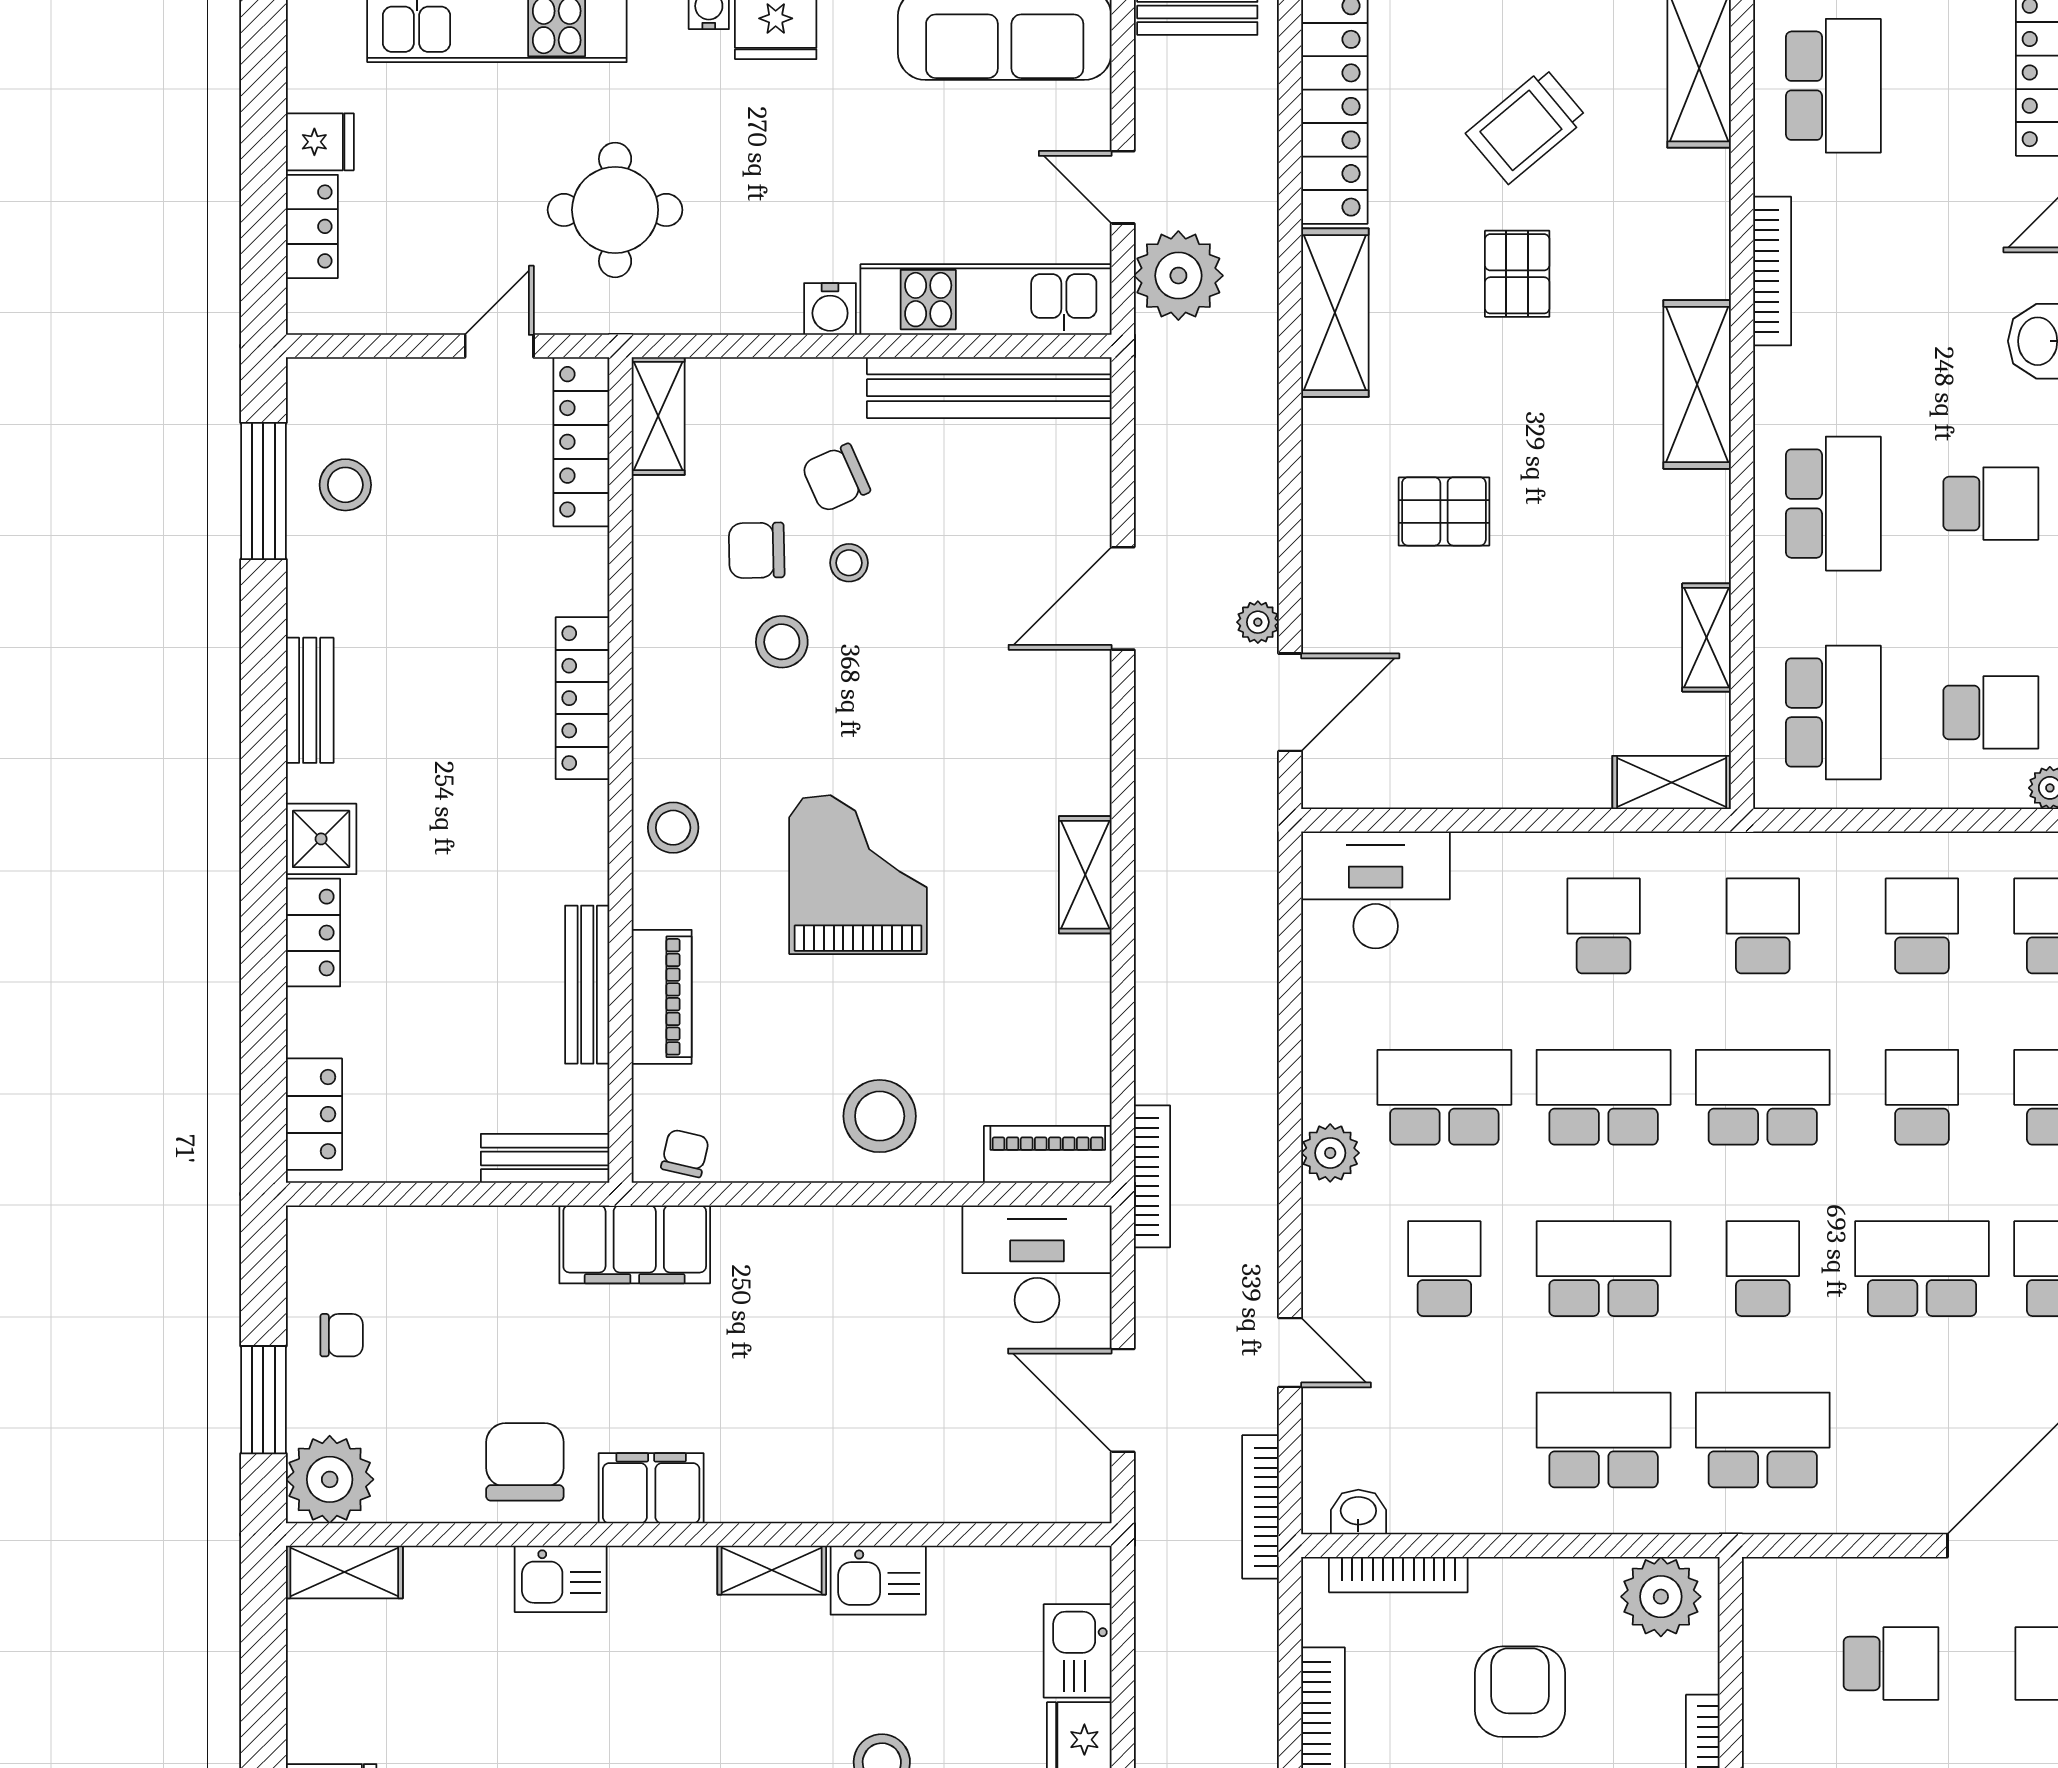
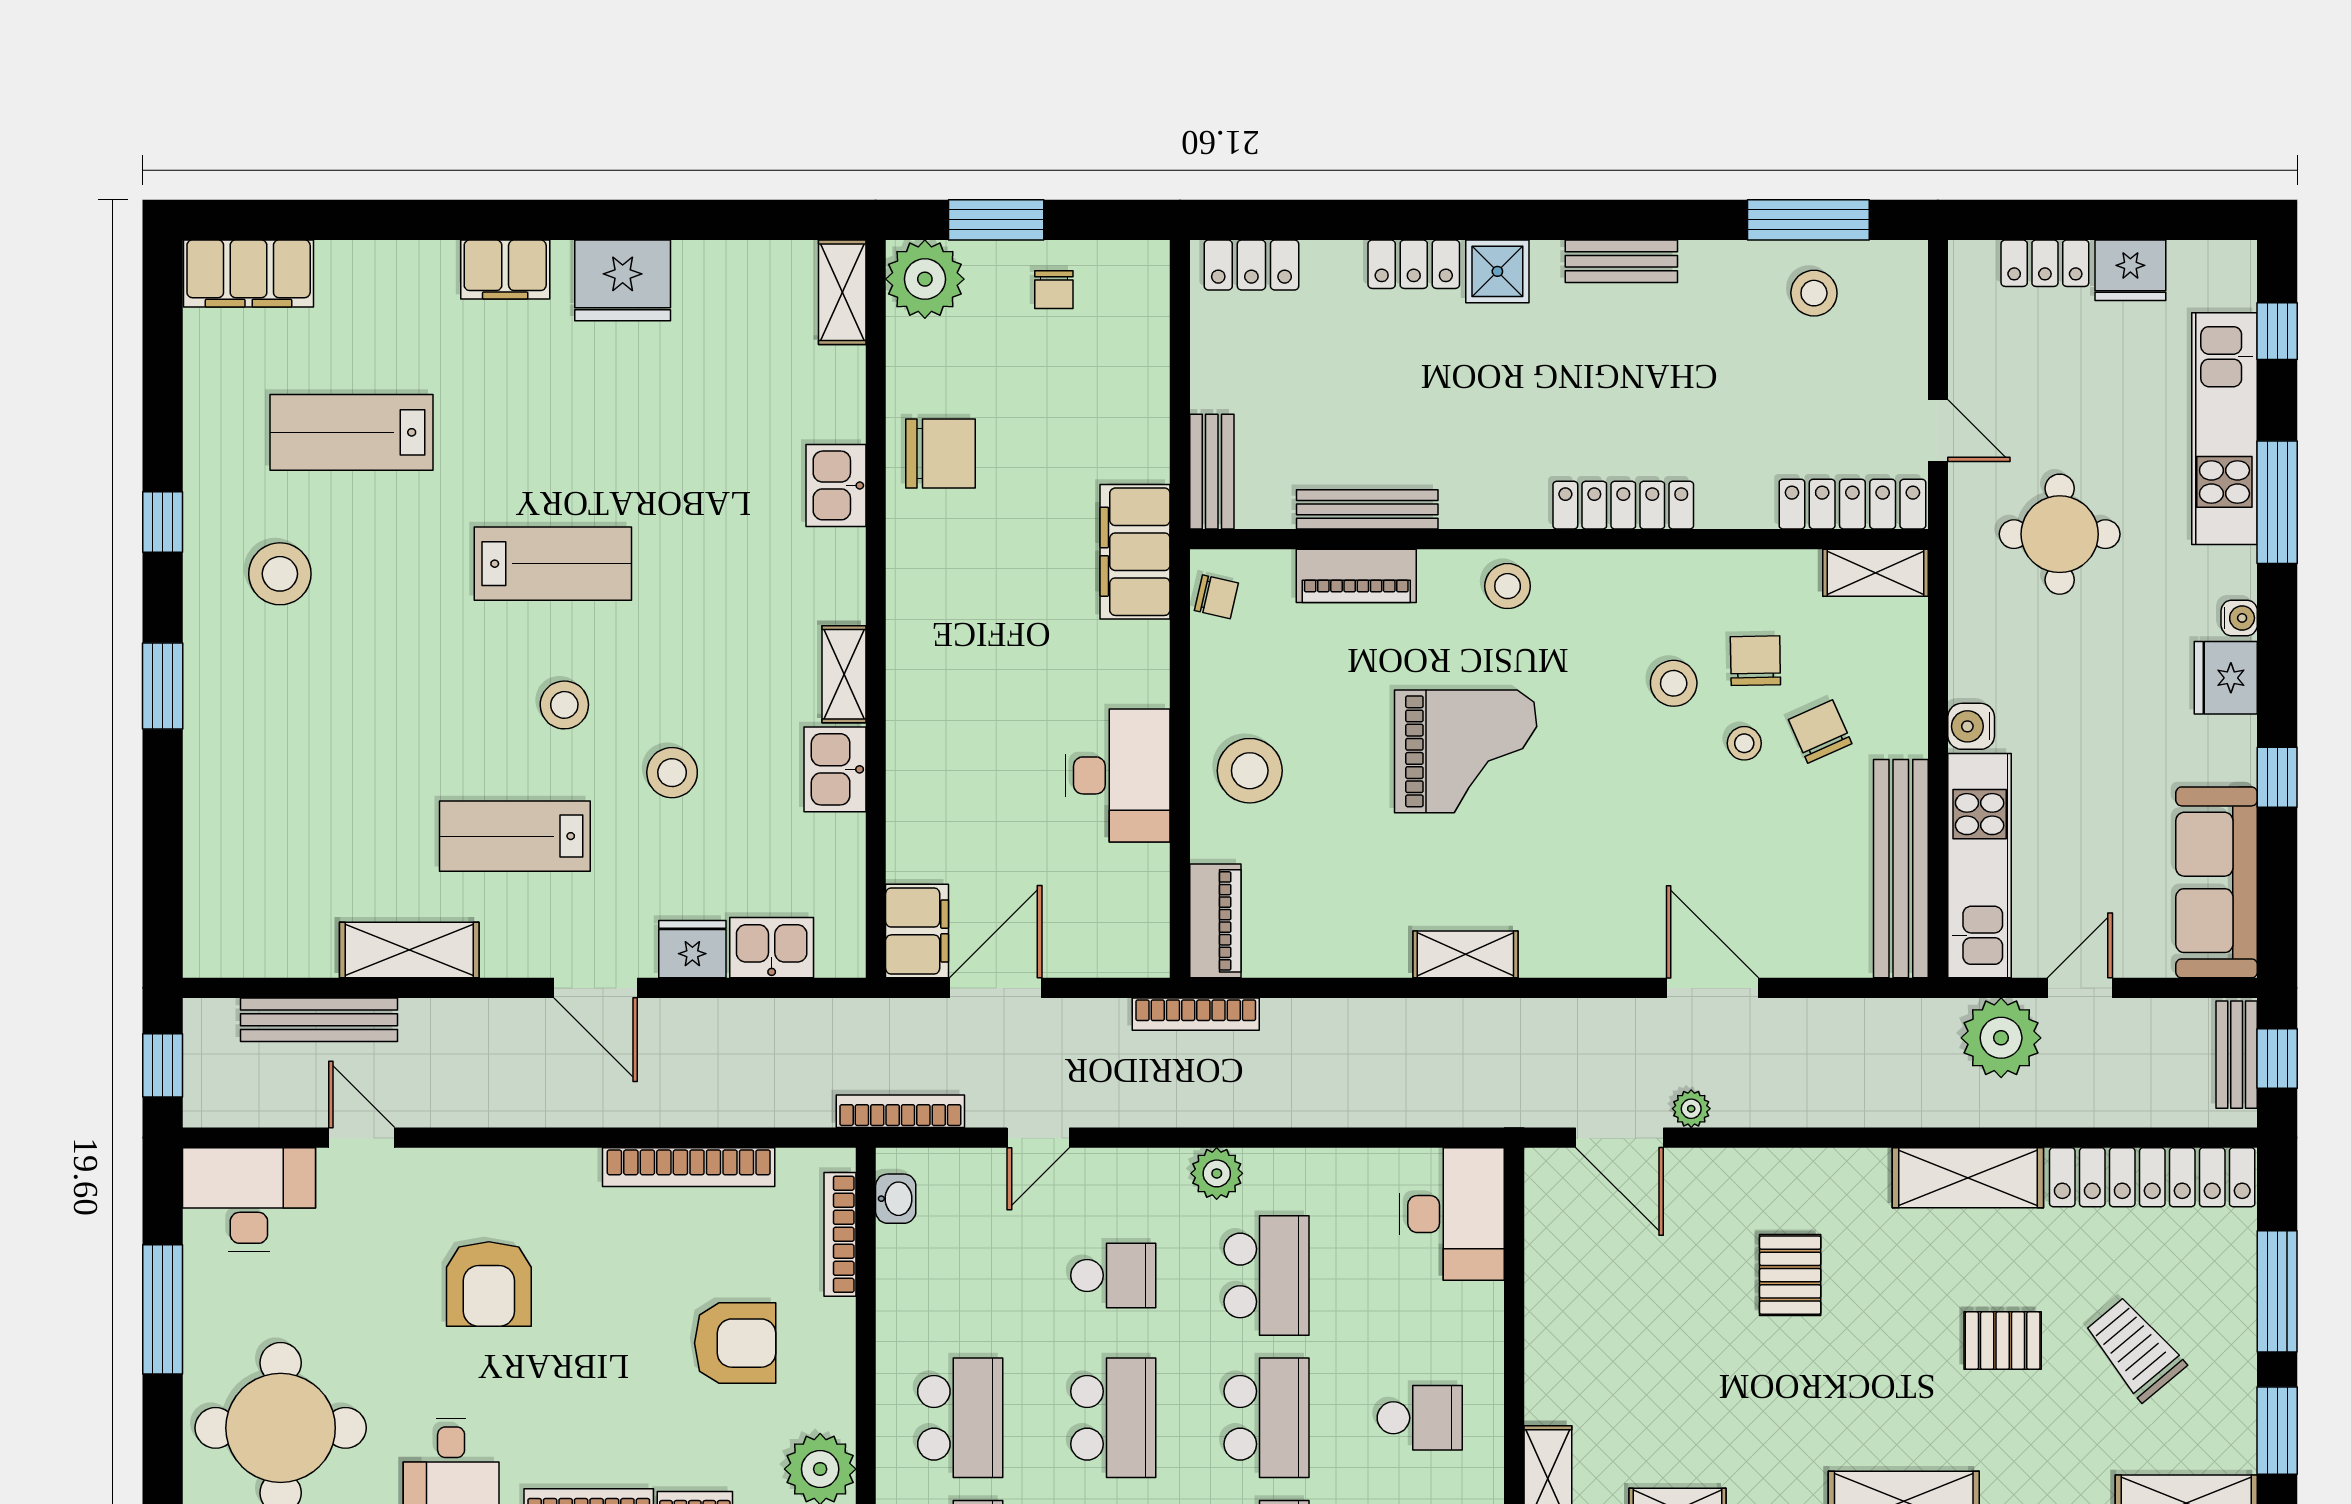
fridge: (320, 142) -> (2130, 270), width x1.38
desk: (1037, 1264) -> (1118, 775), moved
filing cabinet: (651, 1488) -> (917, 931), moved

